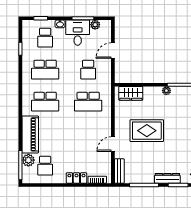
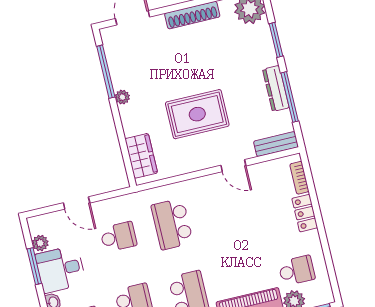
school desk: (88, 102) -> (172, 224), turned 180
rug: (147, 131) -> (197, 114), turned 90
dresser: (167, 178) -> (276, 88), moved

